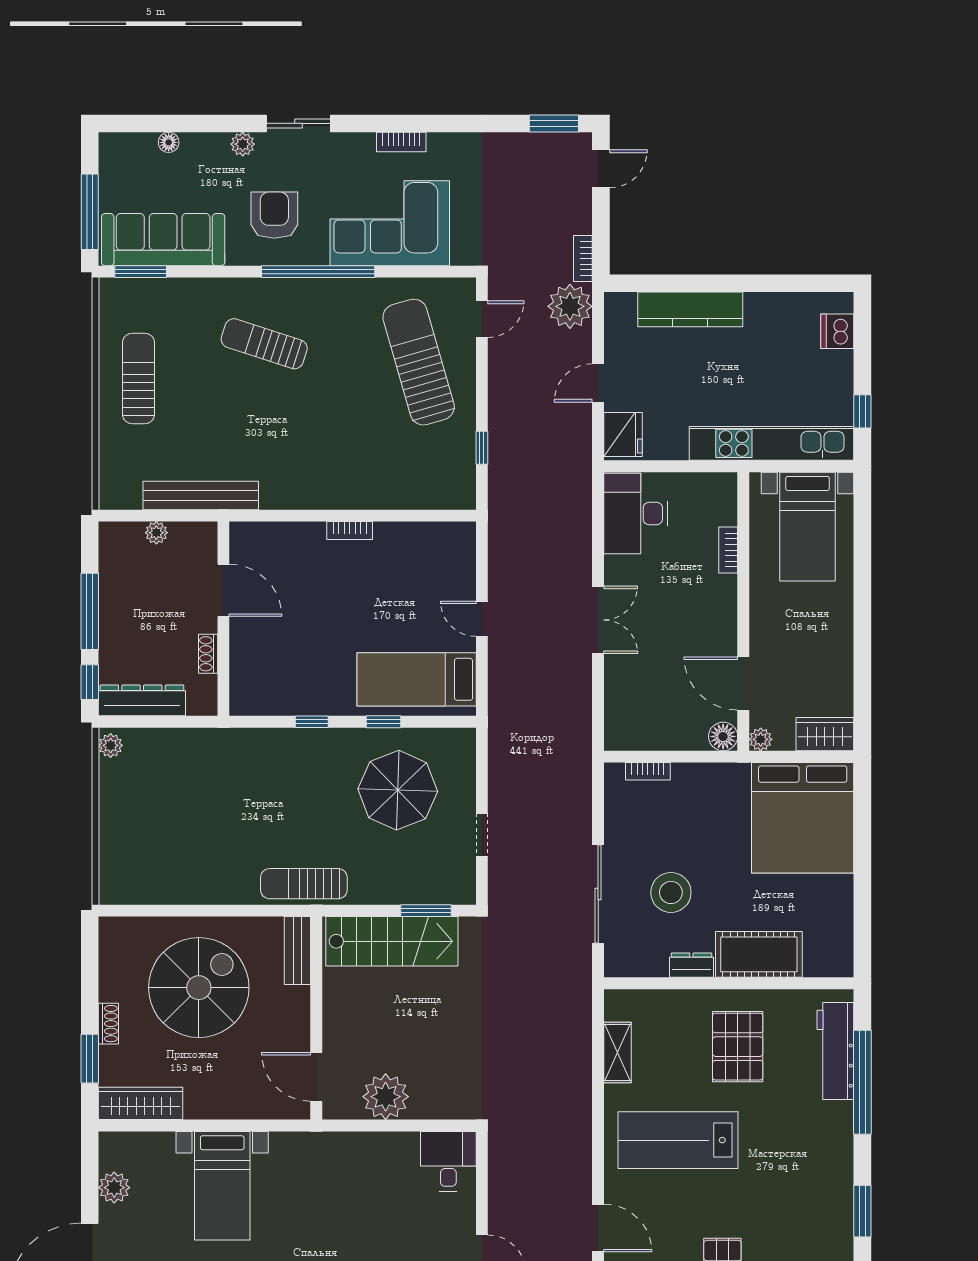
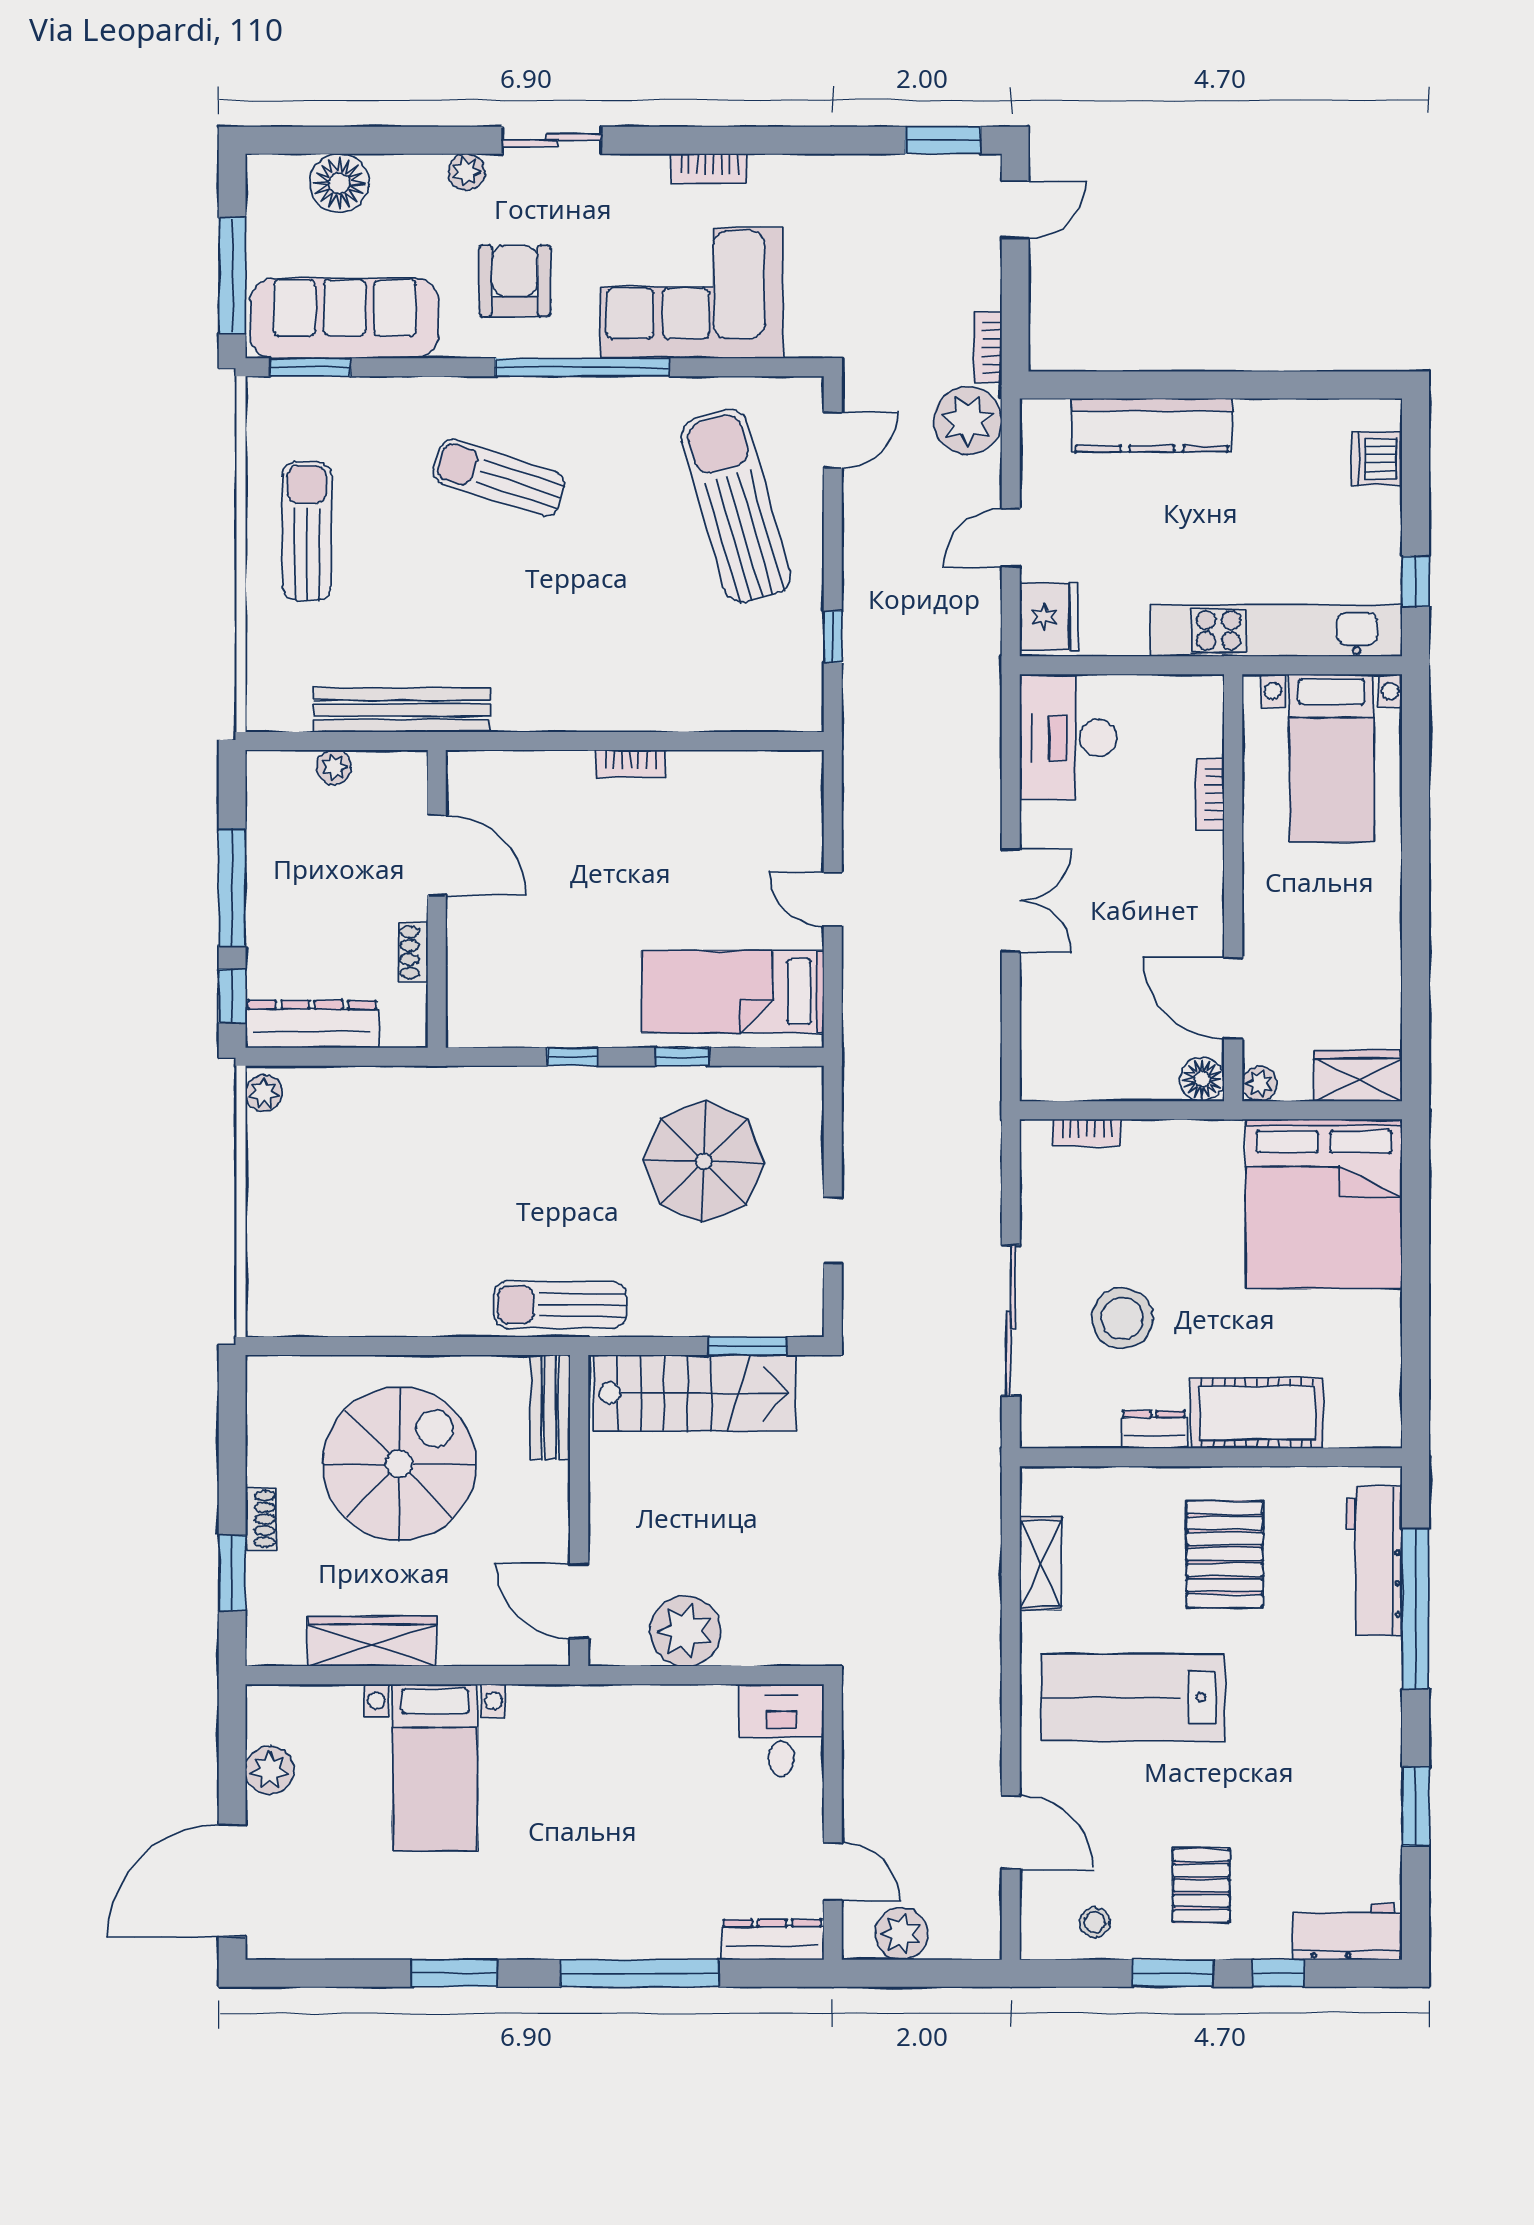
floor lamp: (169, 142) -> (339, 183), width x1.89, depth x1.89
wardrobe: (141, 1103) -> (372, 1641), moved

